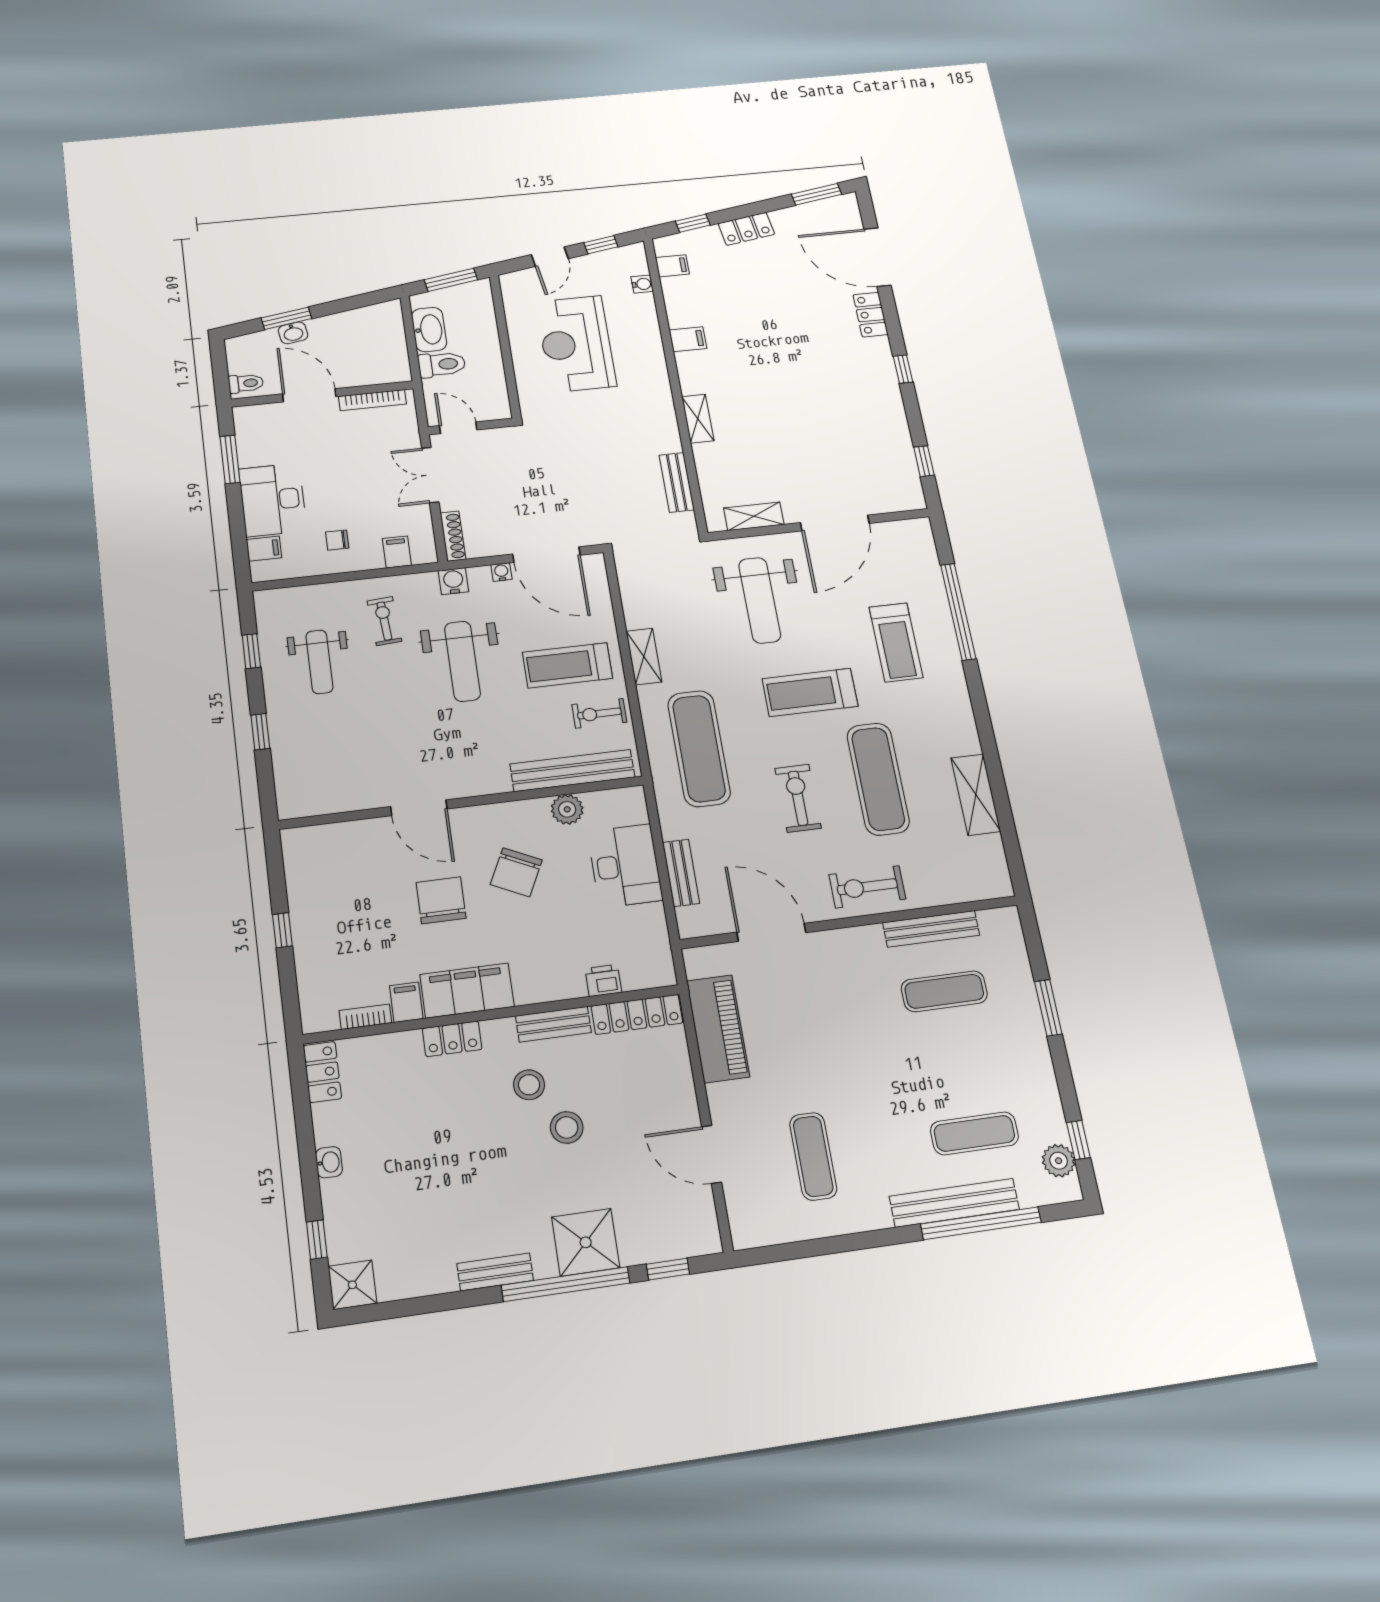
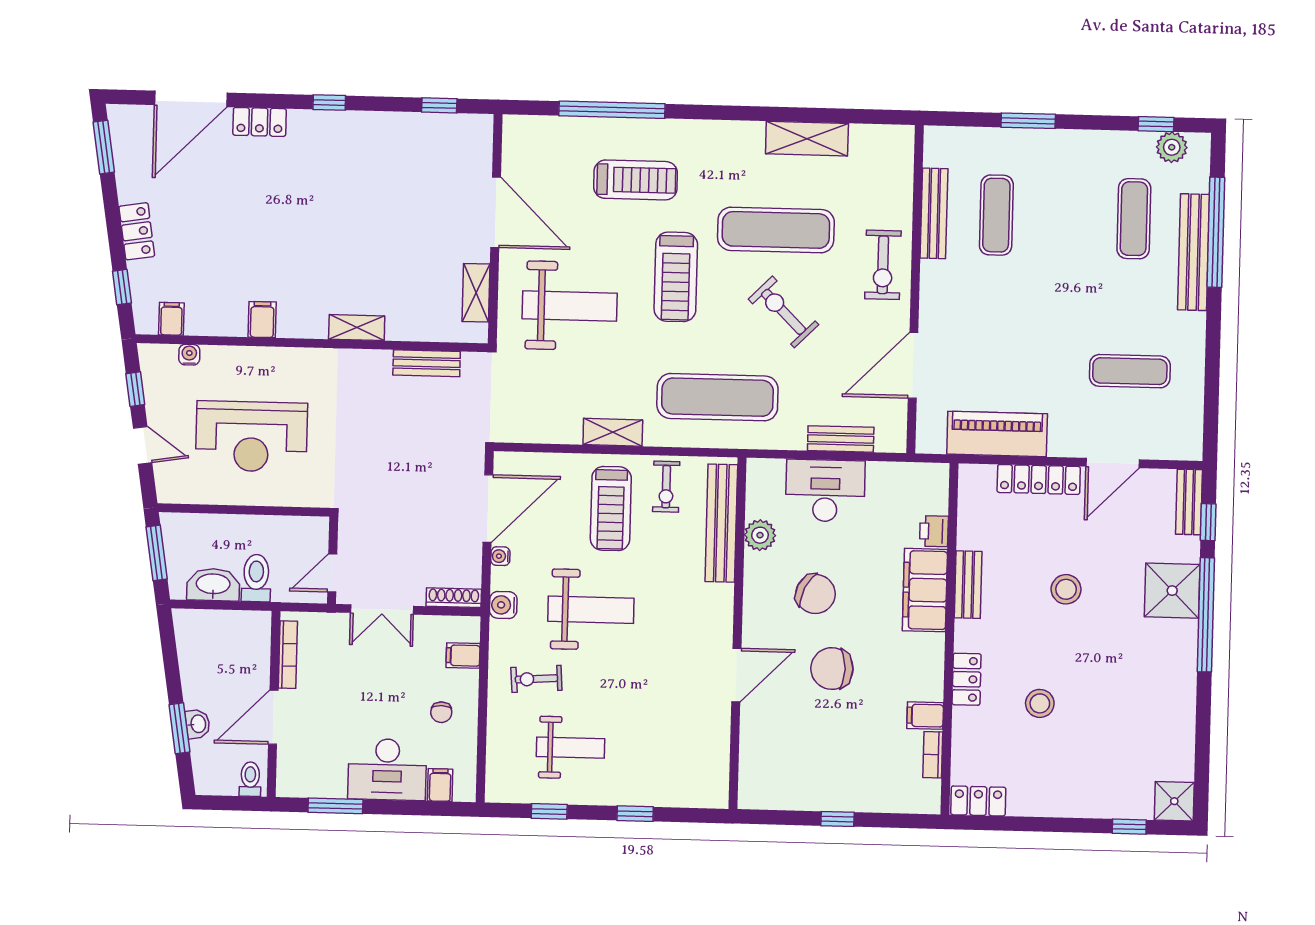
exercise bike: (798, 798) -> (783, 312), turned 45
filing cabinet: (467, 991) -> (925, 590), moved
locker: (637, 1014) -> (1039, 479), moved, turned 90
stool: (529, 1085) -> (1040, 703), moved
washbasin: (329, 1162) -> (1062, 806), removed
bench: (495, 1272) -> (1189, 502), moved

